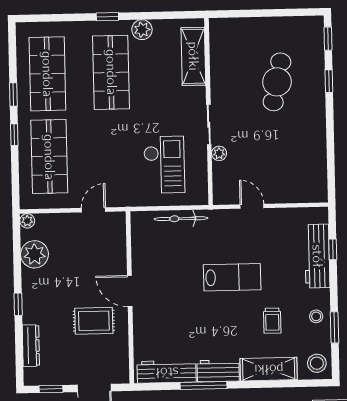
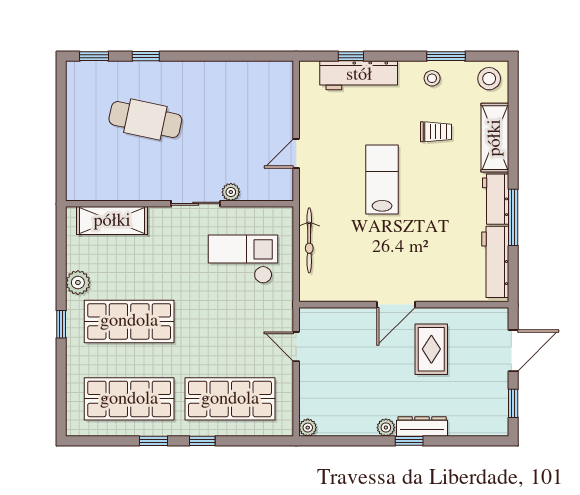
plant: (34, 254) -> (386, 428), moved, width x0.53, depth x0.53
dresser: (31, 346) -> (422, 427), moved

